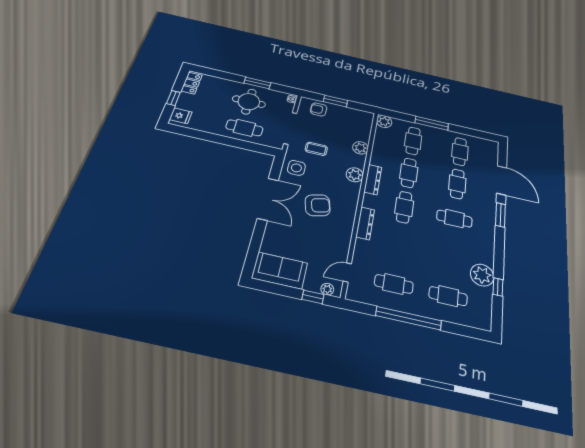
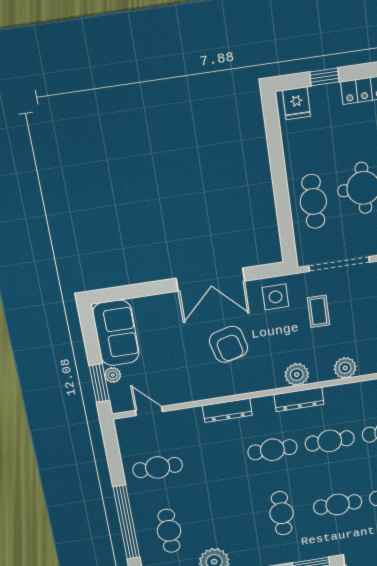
cafe table: (394, 284) -> (158, 468), turned 90
plant: (327, 289) -> (113, 375), moved
window: (313, 297) -> (99, 383), width x1.50
window: (409, 318) -> (126, 522), moved

